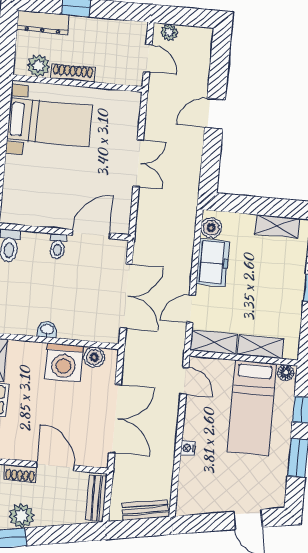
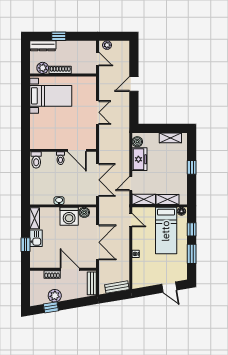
door: (91, 234) -> (77, 150), swing flipped

